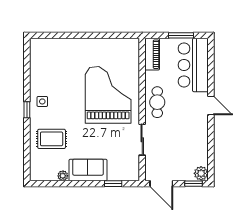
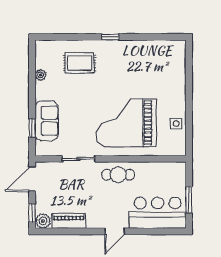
piano: (152, 54) -> (69, 221), moved, turned 180
grand piano: (108, 95) -> (126, 123), turned 180
side table: (42, 101) -> (176, 124), moved
rug: (52, 139) -> (80, 63), turned 90
sofa: (88, 170) -> (47, 121), moved

